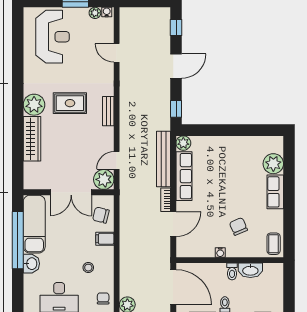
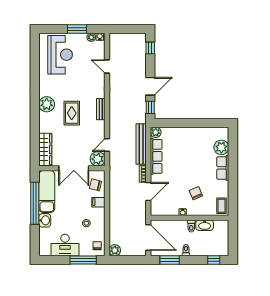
door: (176, 66) -> (150, 86), moved
rug: (70, 103) -> (72, 113), moved, turned 90
wardrobe: (32, 139) -> (45, 149), moved

